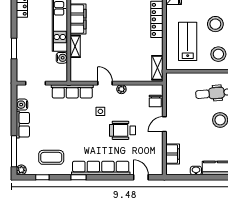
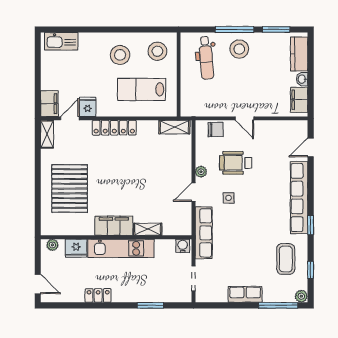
water cooler: (62, 58) -> (183, 246), moved
water cooler: (22, 105) -> (220, 295), removed
wheelchair: (123, 130) -> (236, 163), moved, turned 90
filing cabinet: (173, 154) -> (299, 100), moved, turned -90

